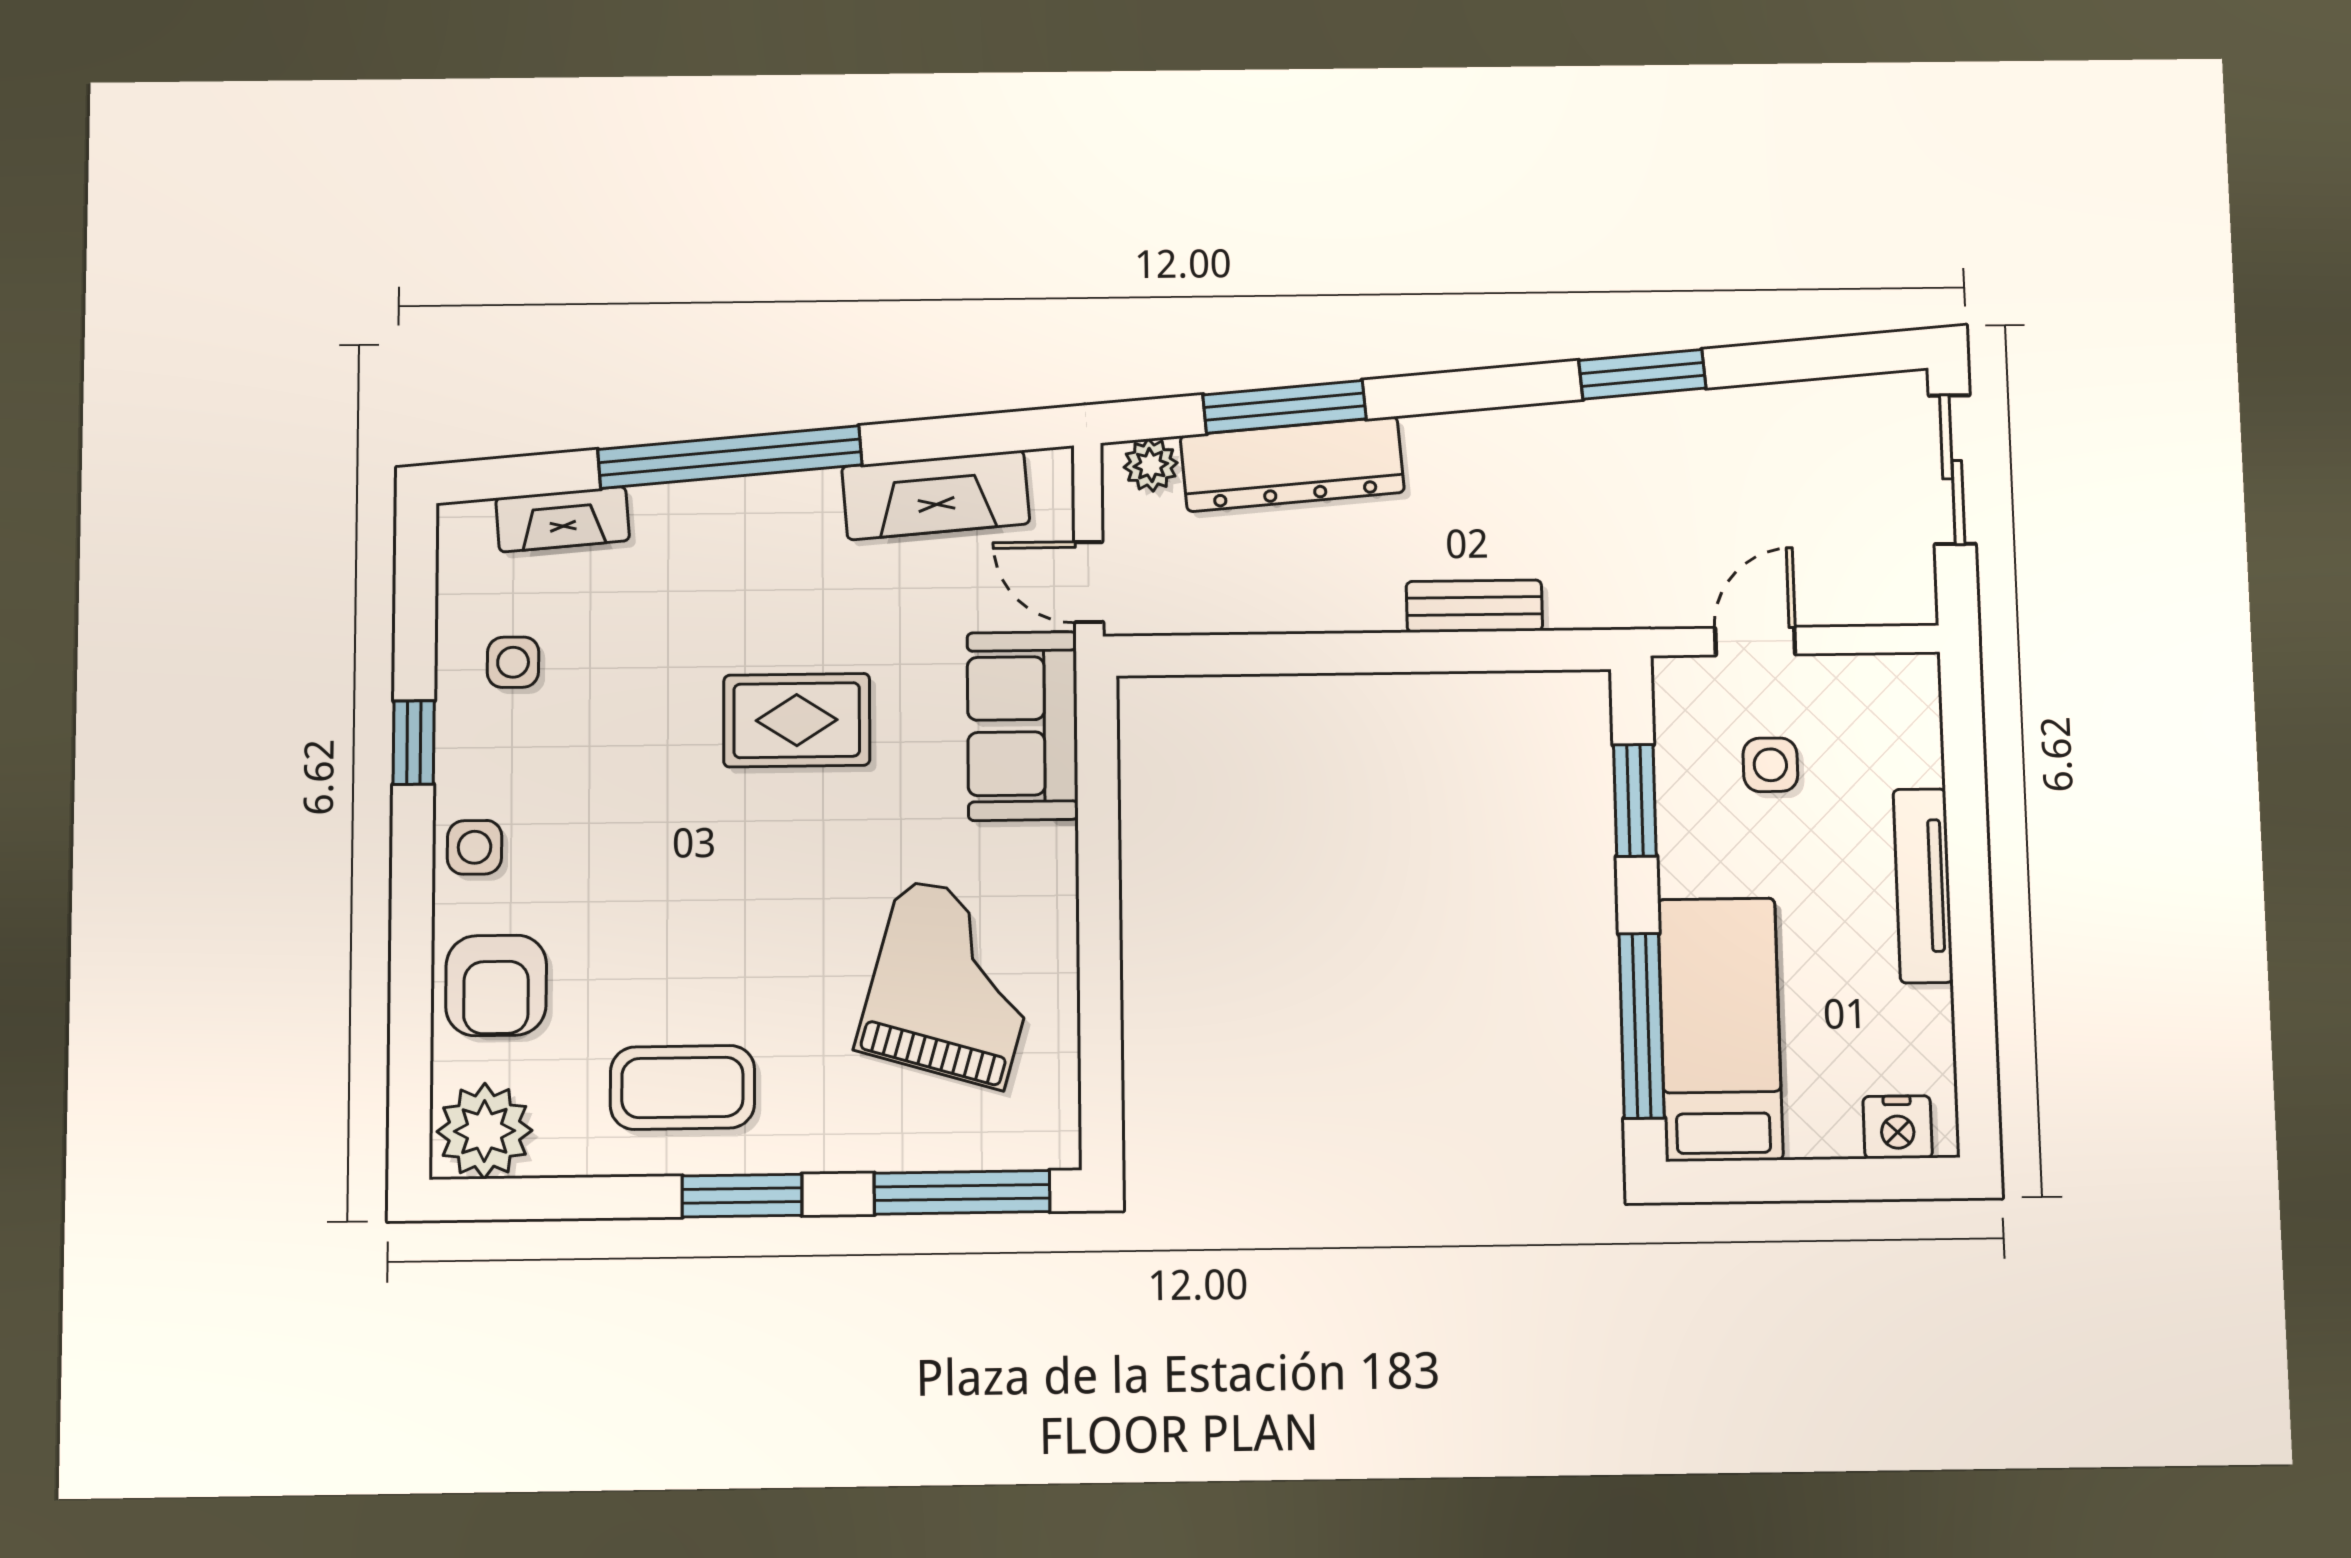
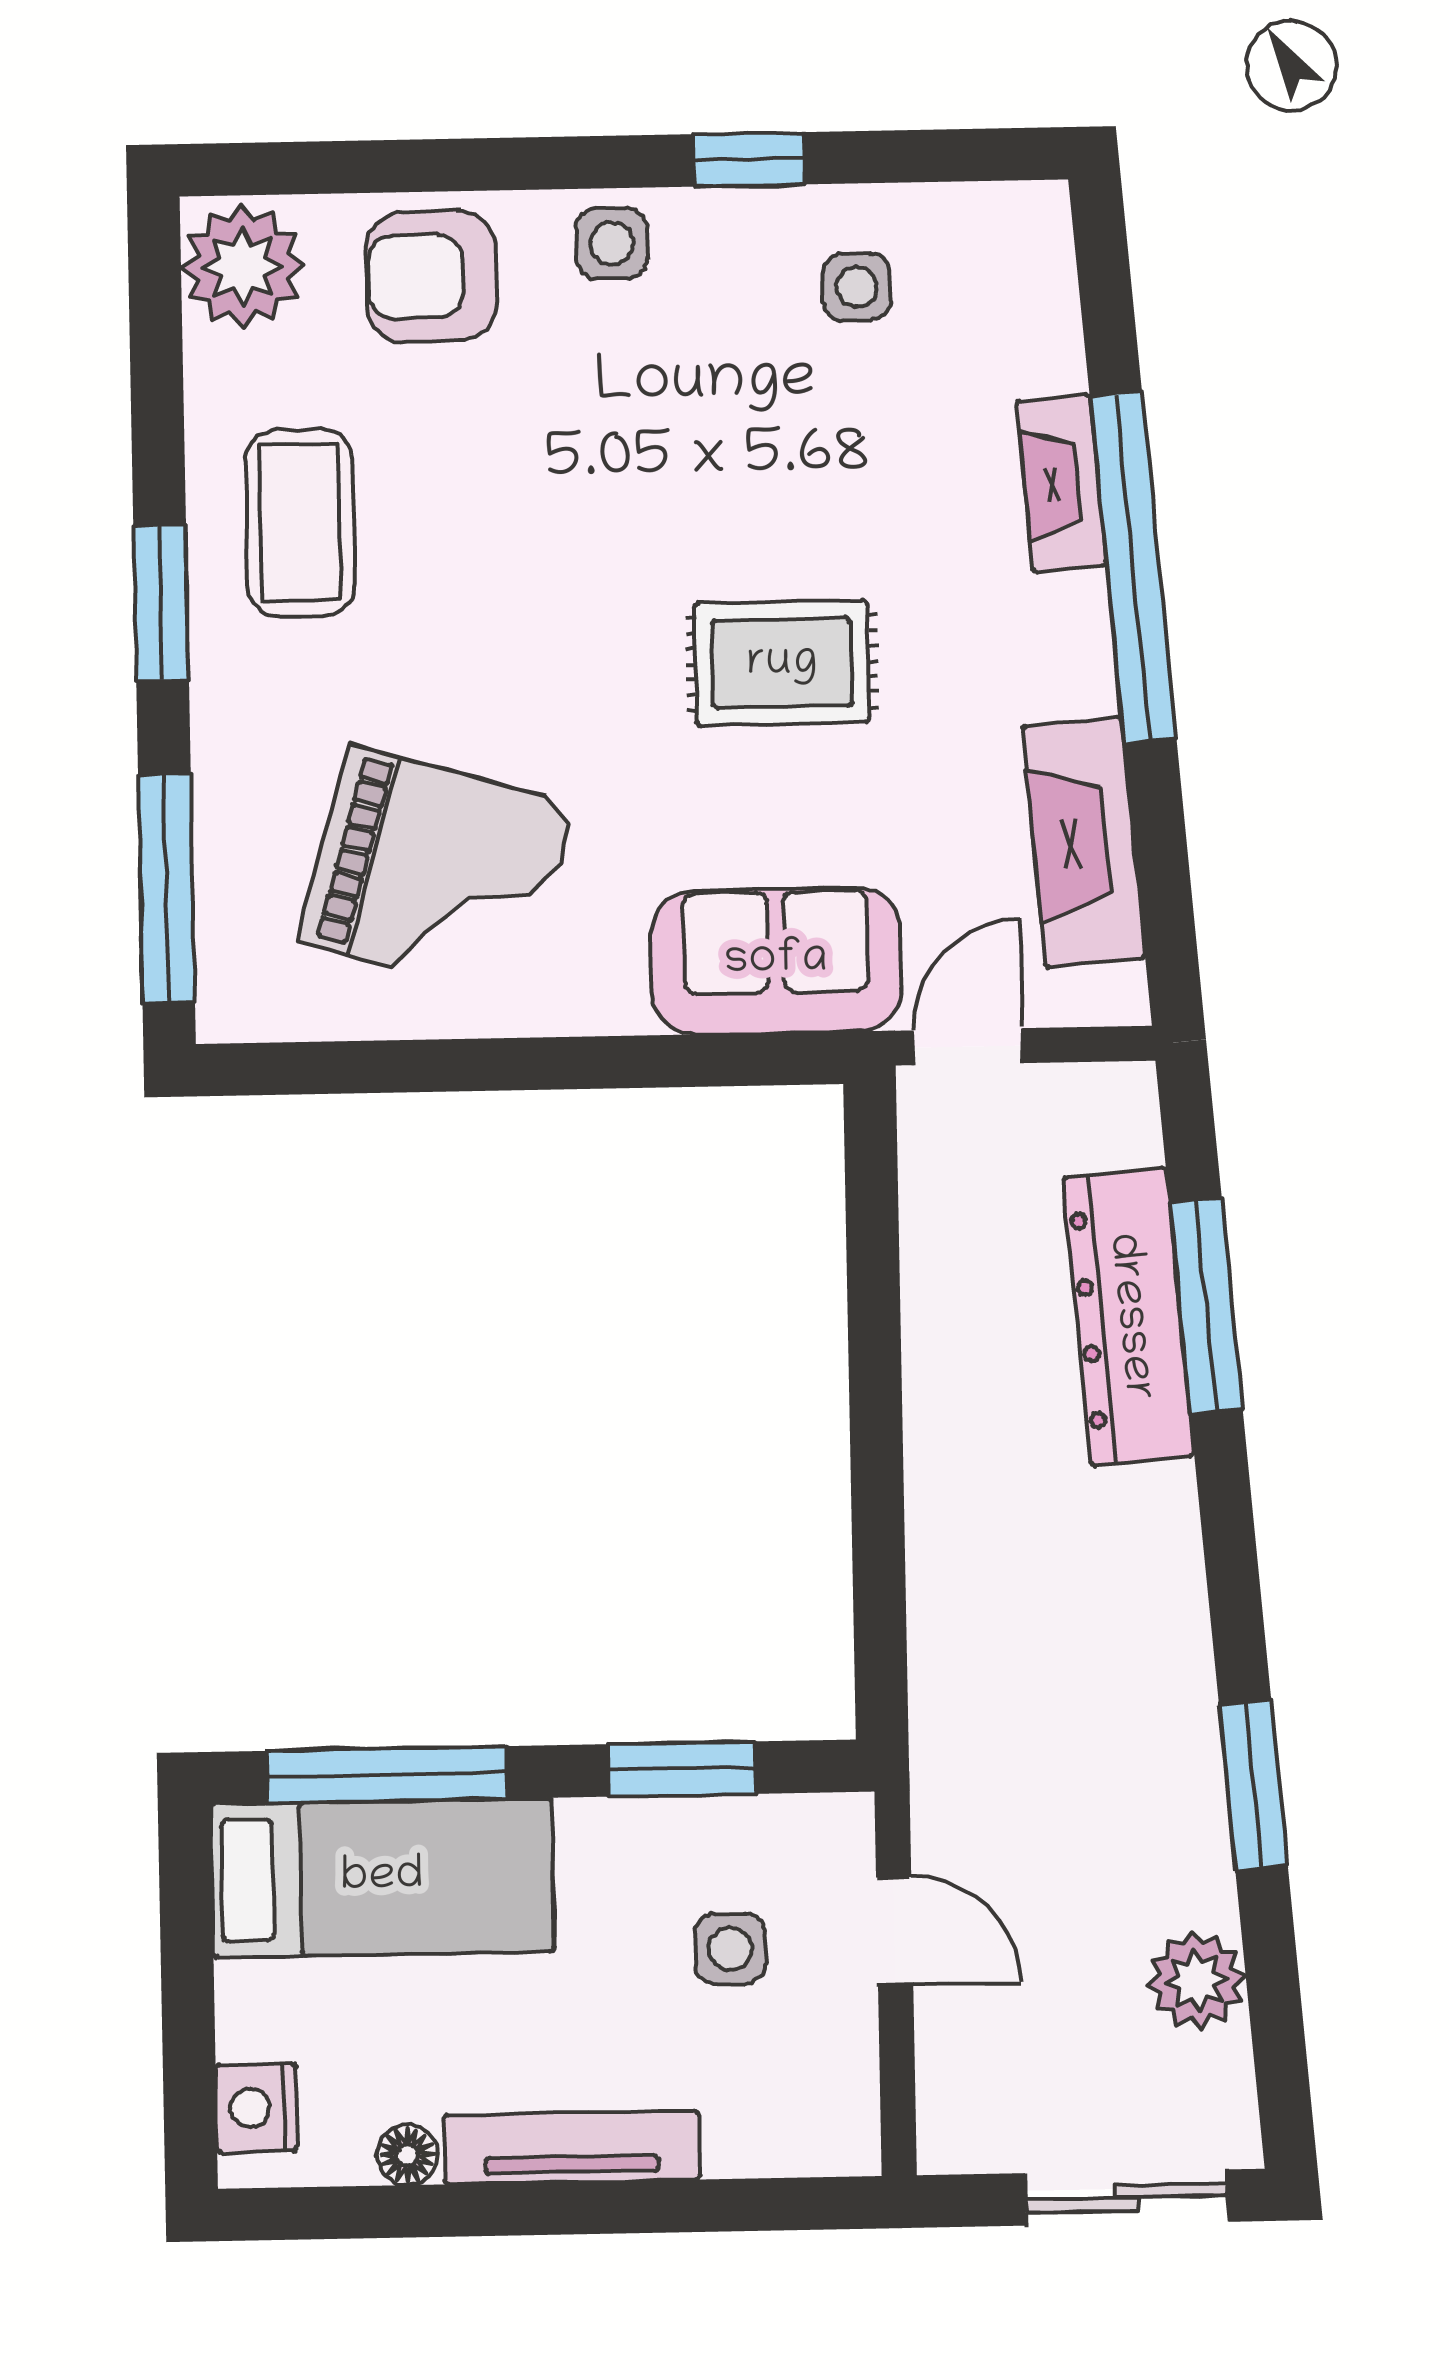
plant: (1151, 465) -> (1197, 1981), moved, width x1.38, depth x1.38
fireplace: (563, 519) -> (1061, 483), moved
bench: (1474, 606) -> (939, 1558), removed
rug: (797, 720) -> (782, 663), turned 90
floor lamp: (1931, 1011) -> (407, 2155), added

